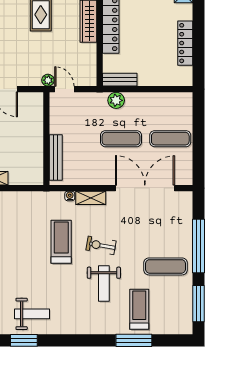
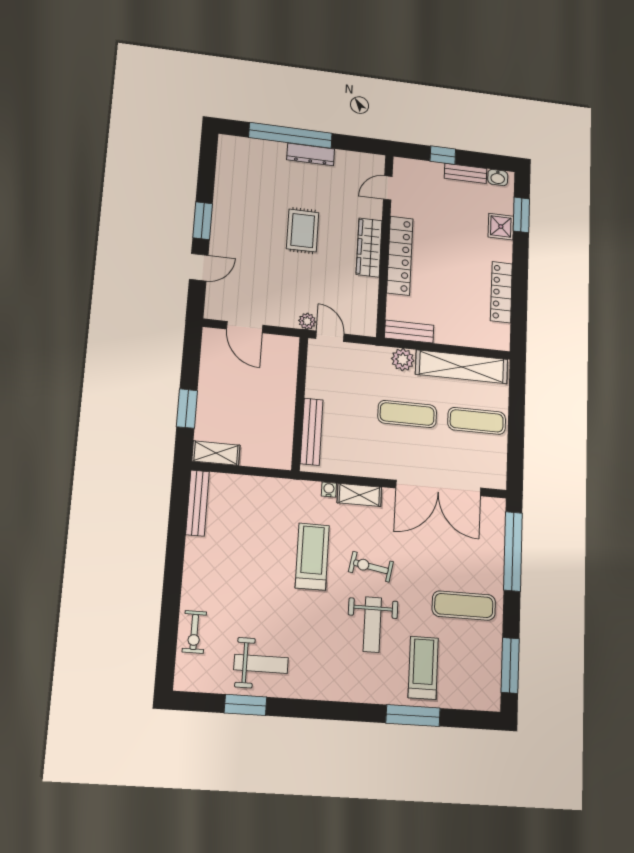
shelving: (158, 101) -> (462, 367), added
double door: (145, 188) -> (438, 488), swing flipped
window: (199, 246) -> (513, 551), moved

